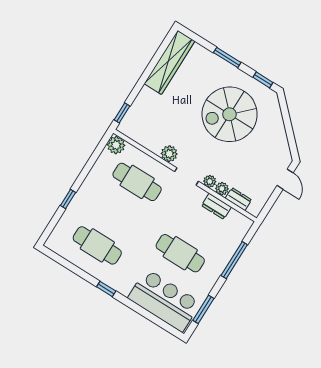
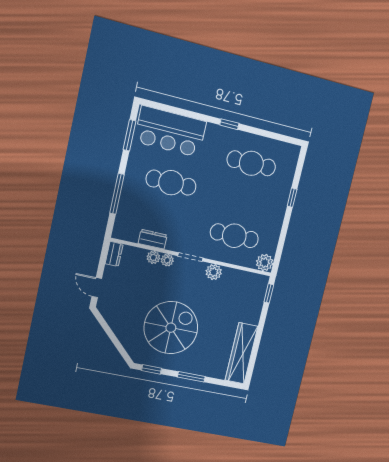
dresser: (238, 199) -> (114, 254), moved, turned -90

